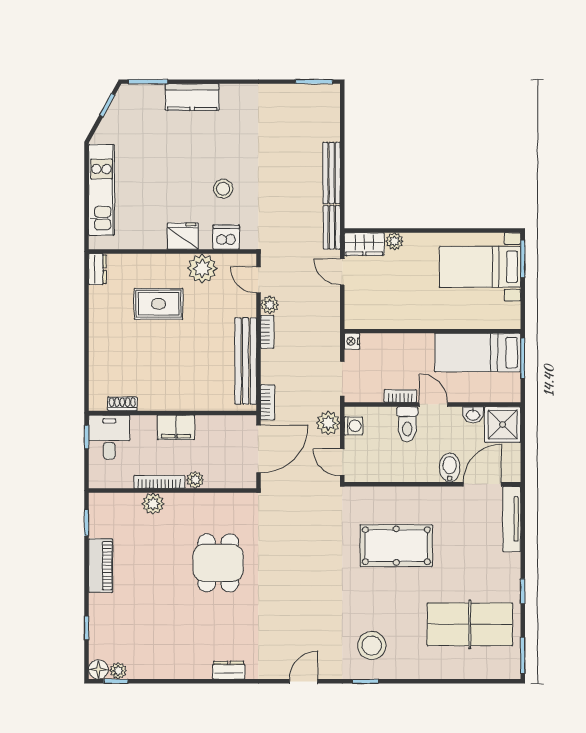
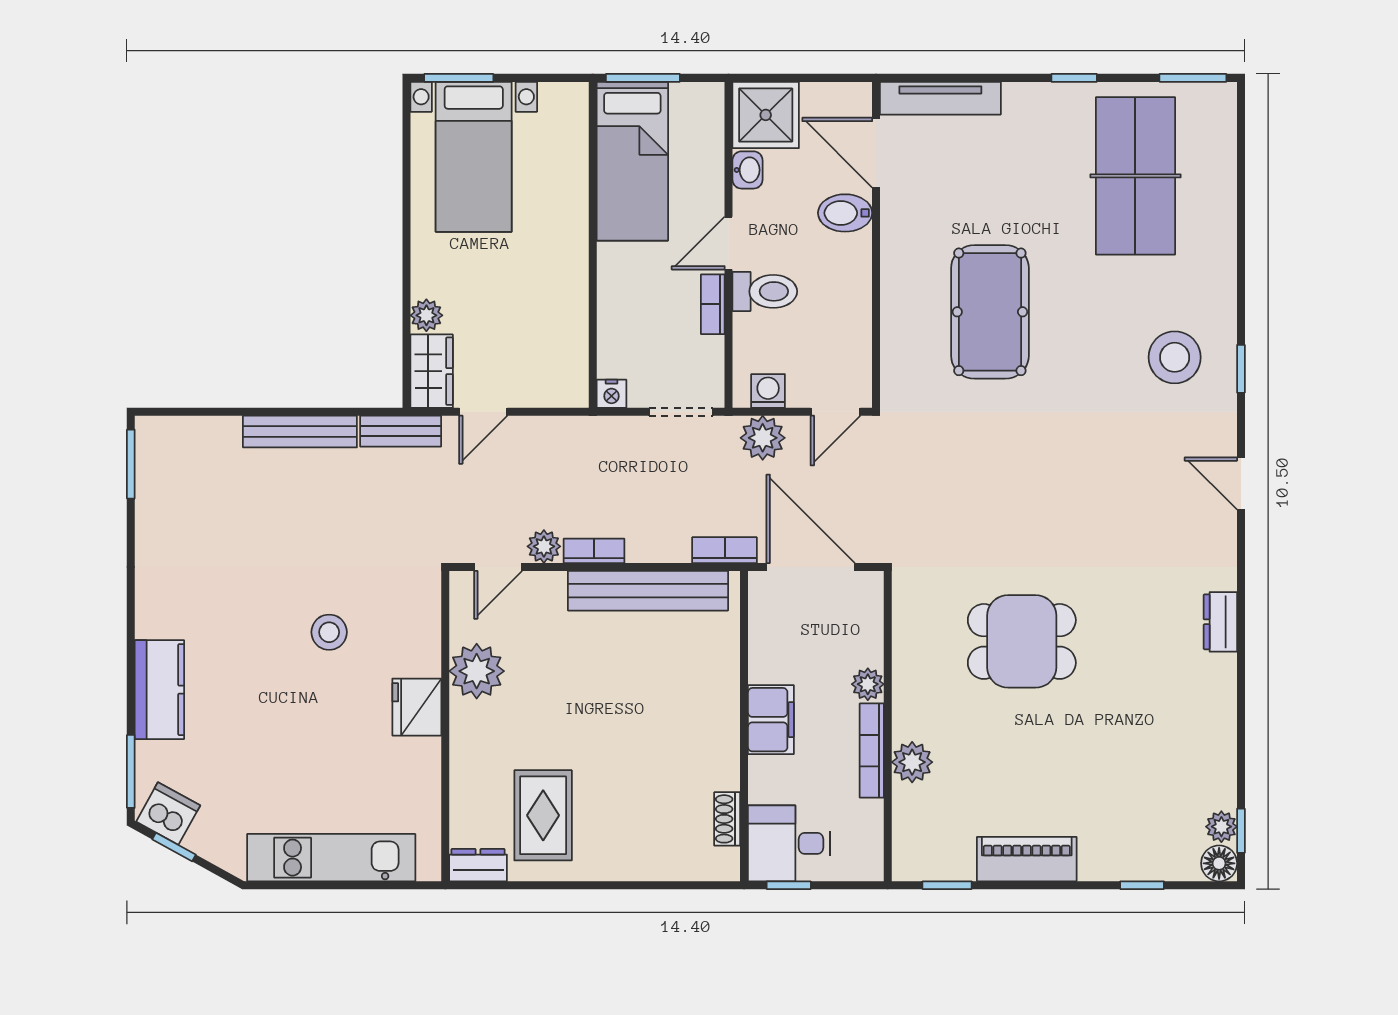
dishwasher: (226, 237) -> (168, 813), moved, turned 119
rug: (159, 304) -> (543, 815), moved

